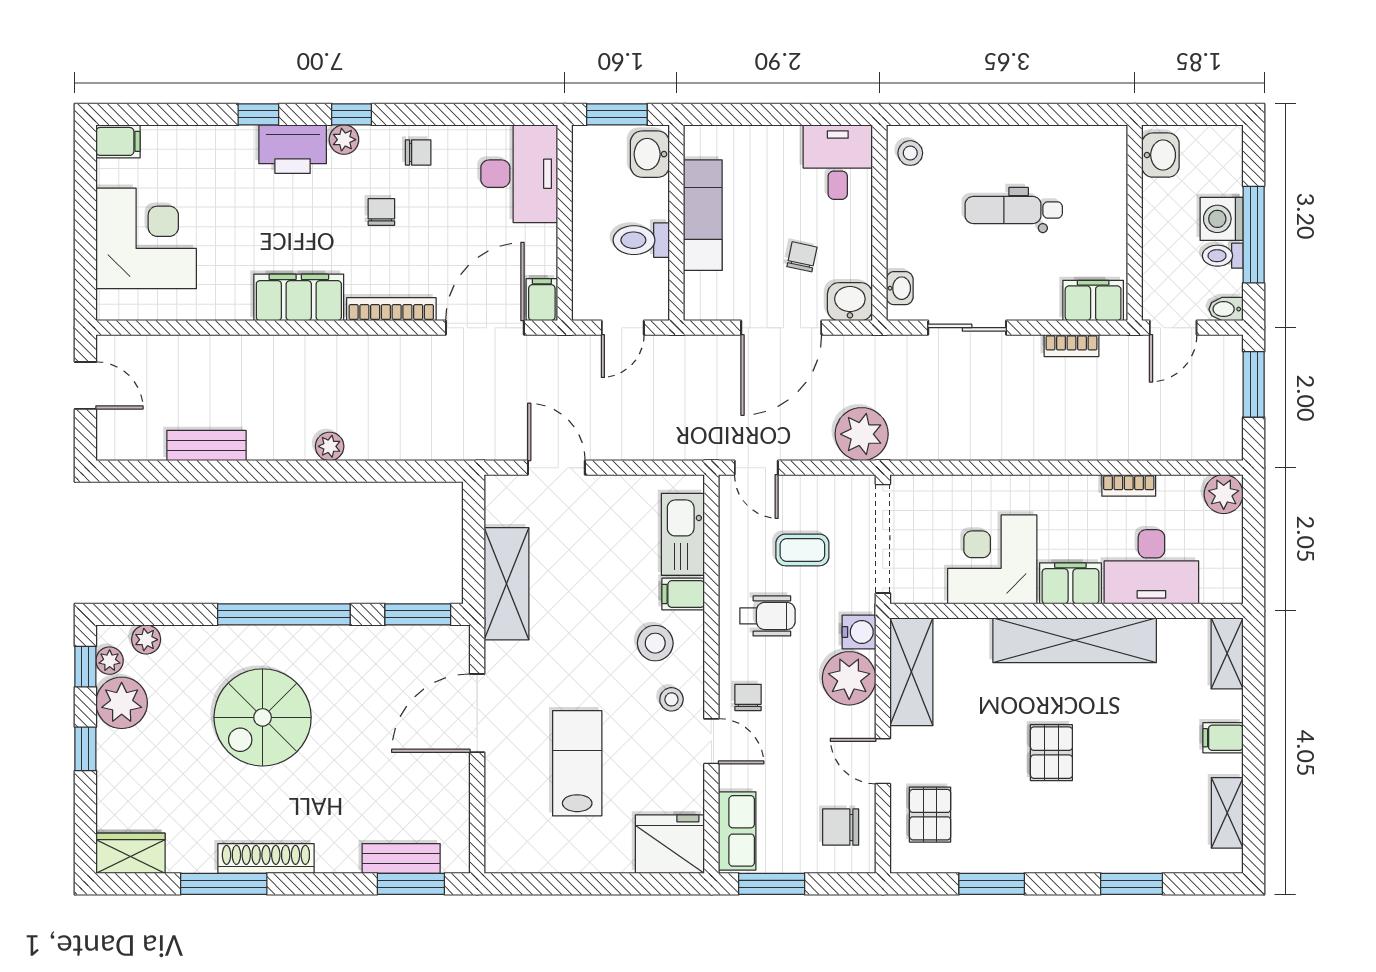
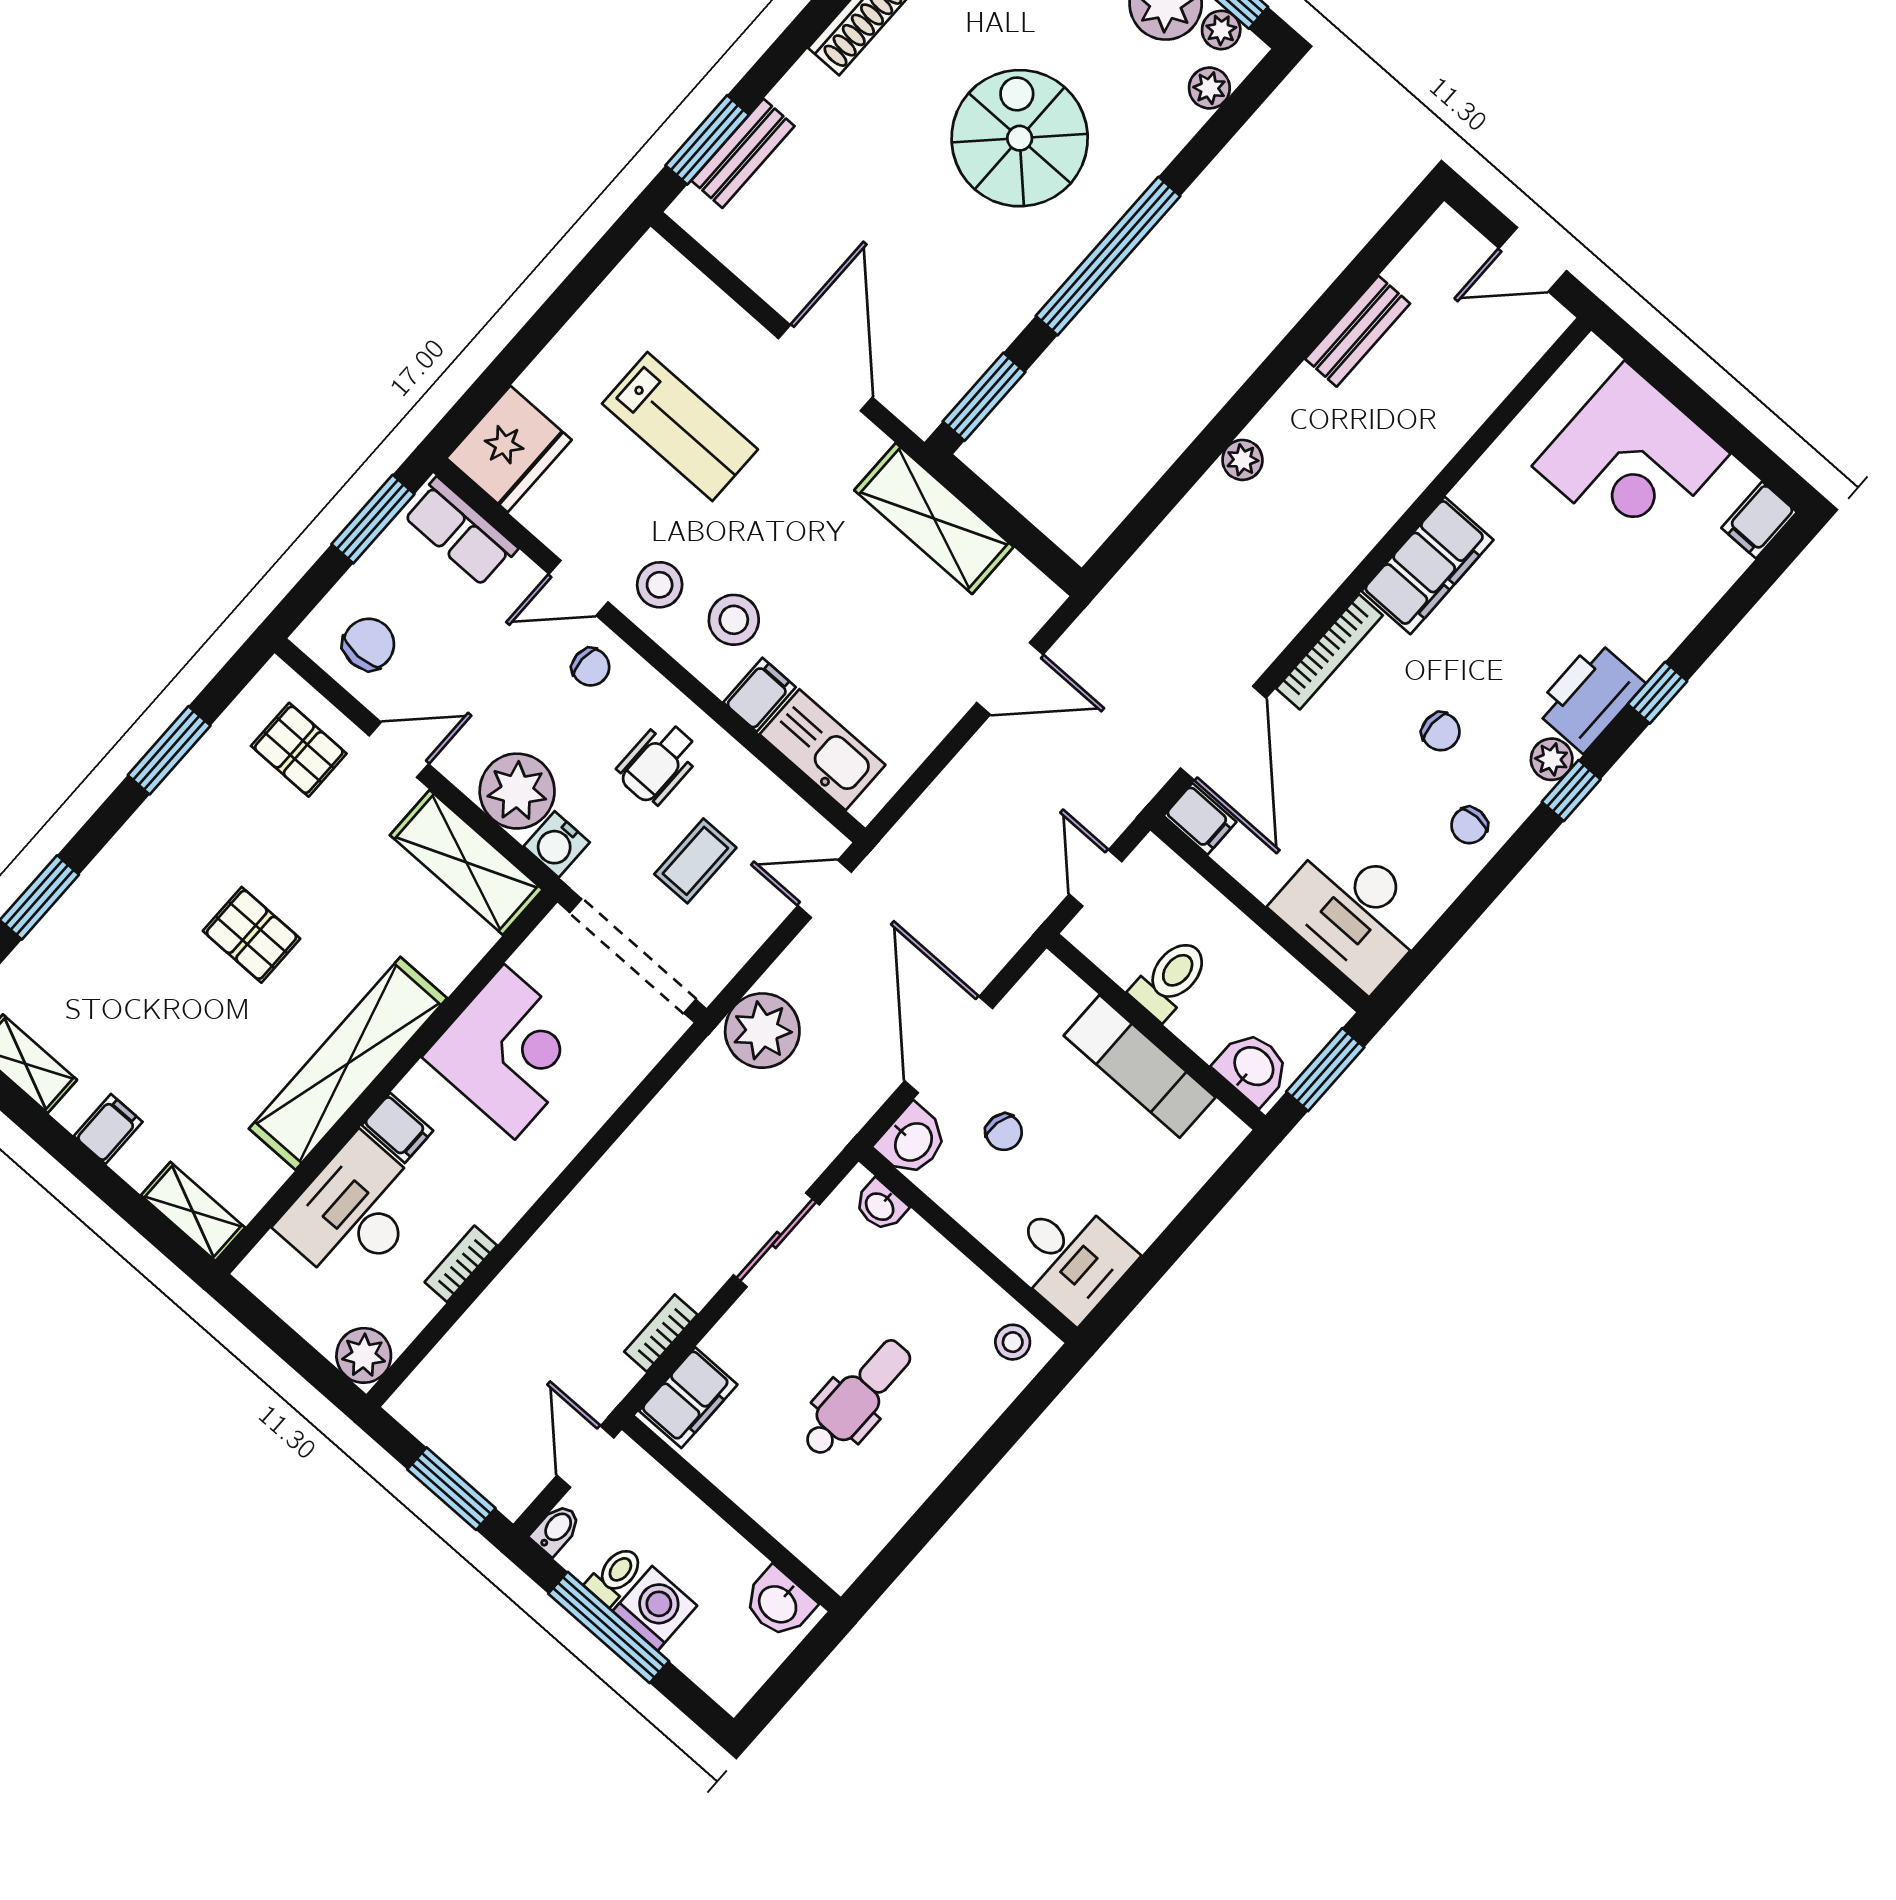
filing cabinet: (1070, 583) -> (397, 1128), width x0.50
stool: (671, 699) -> (660, 585), width x1.37, depth x1.37

